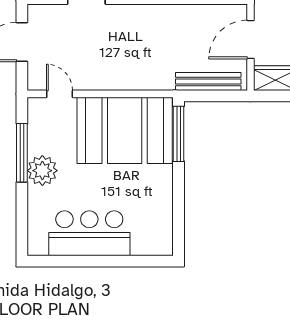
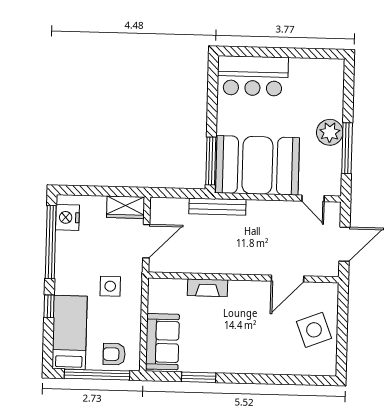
bench: (208, 82) -> (217, 207), moved
bar counter: (89, 233) -> (253, 76), moved

